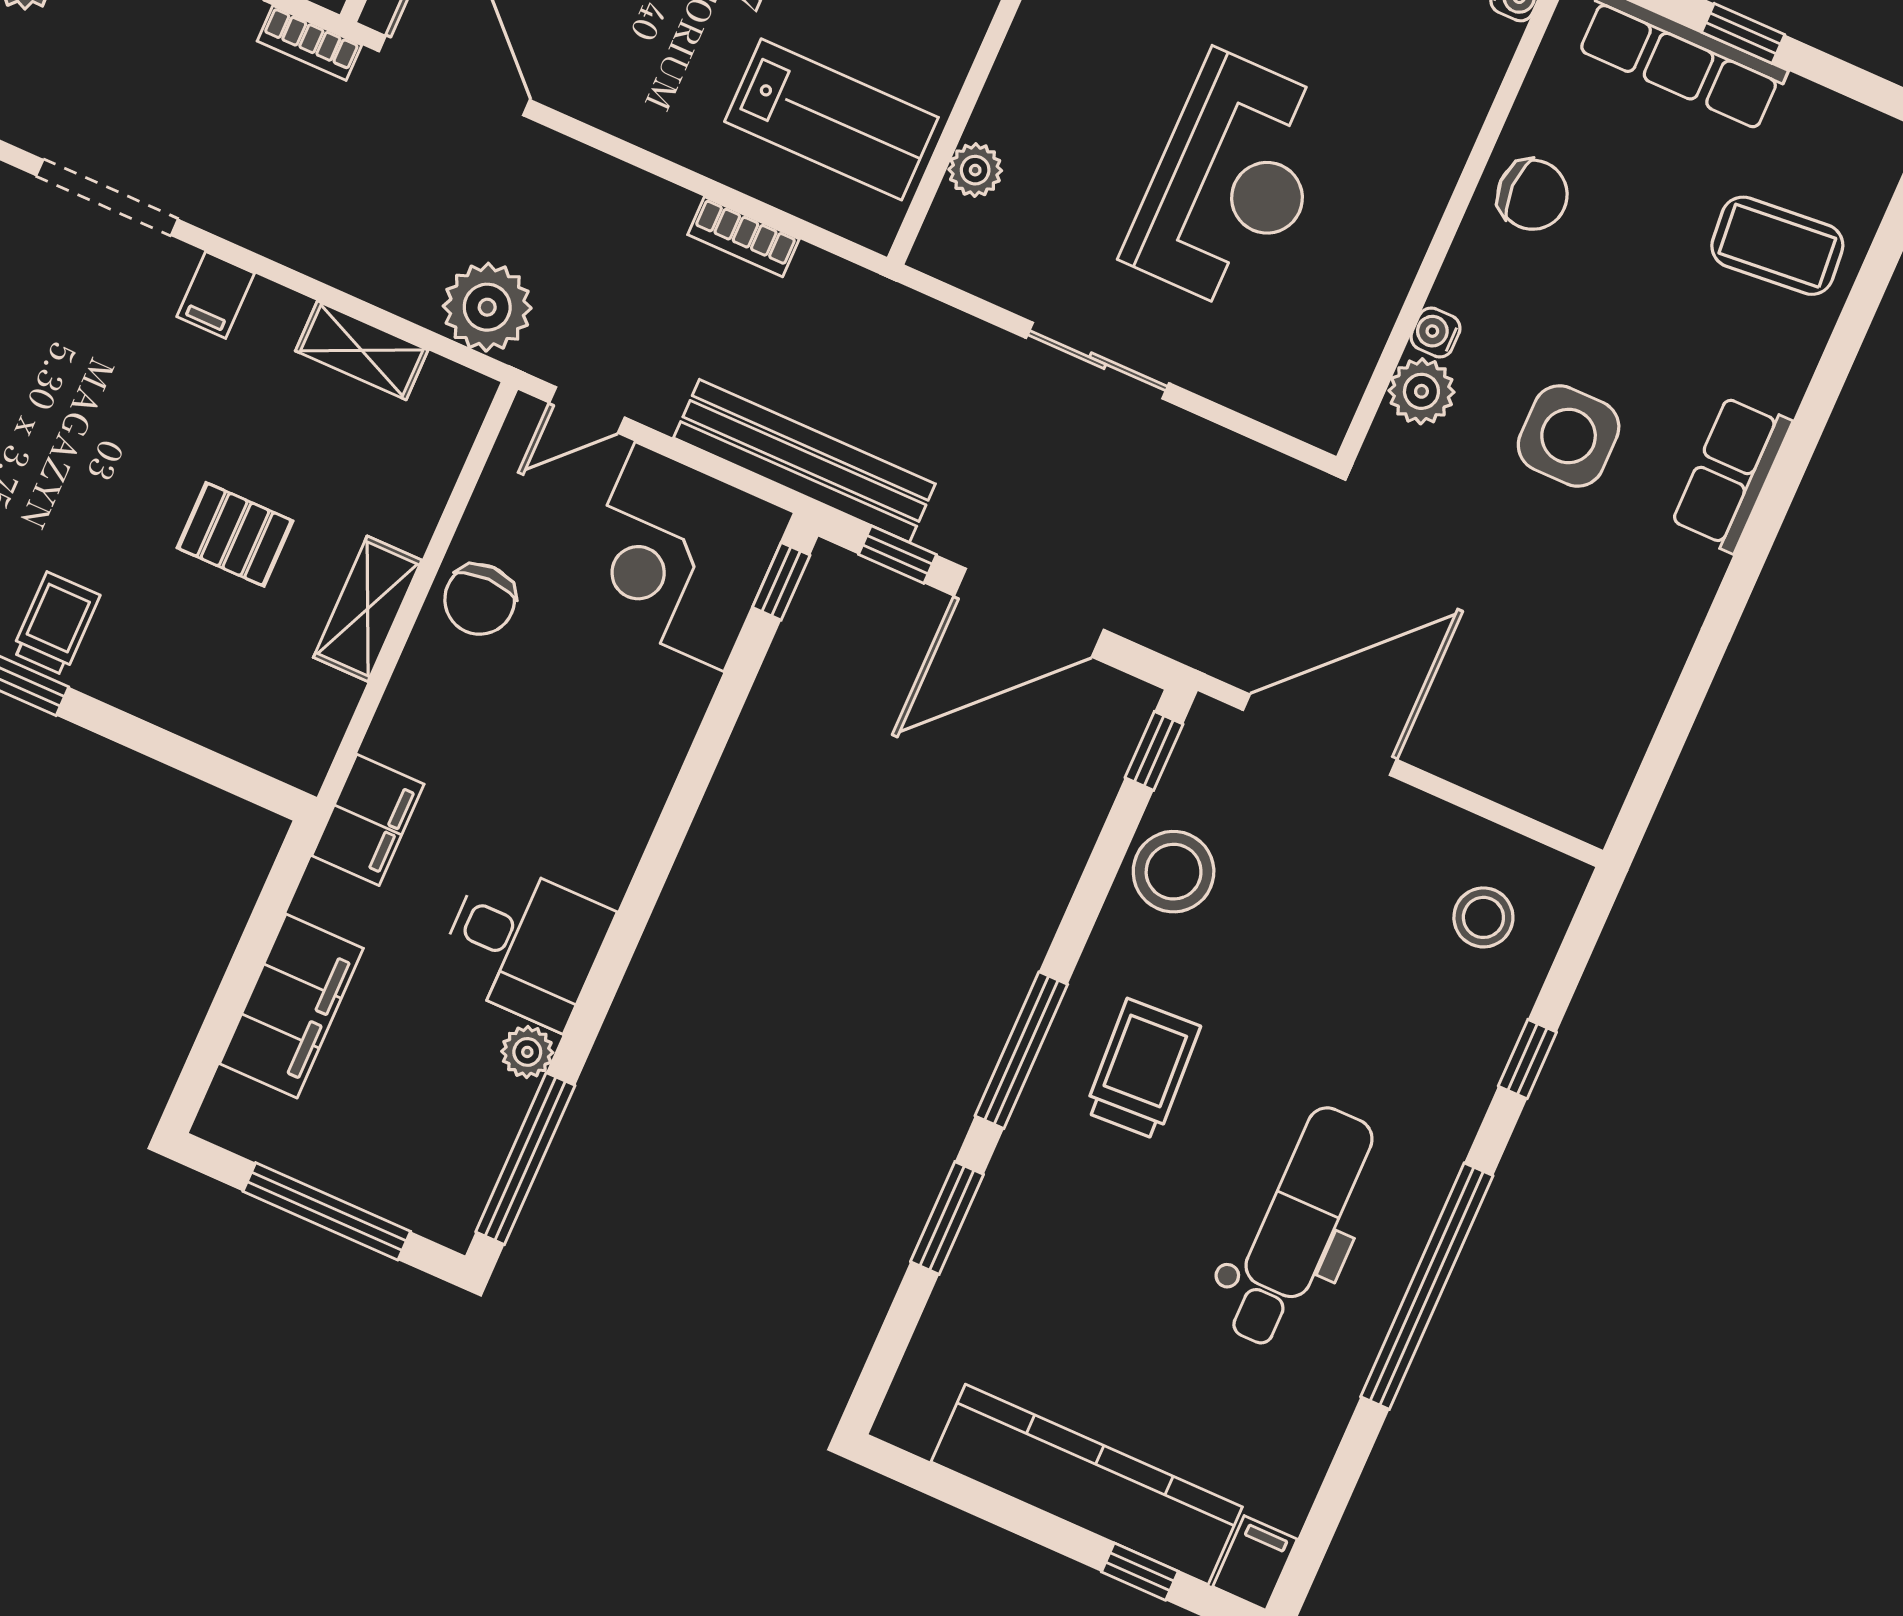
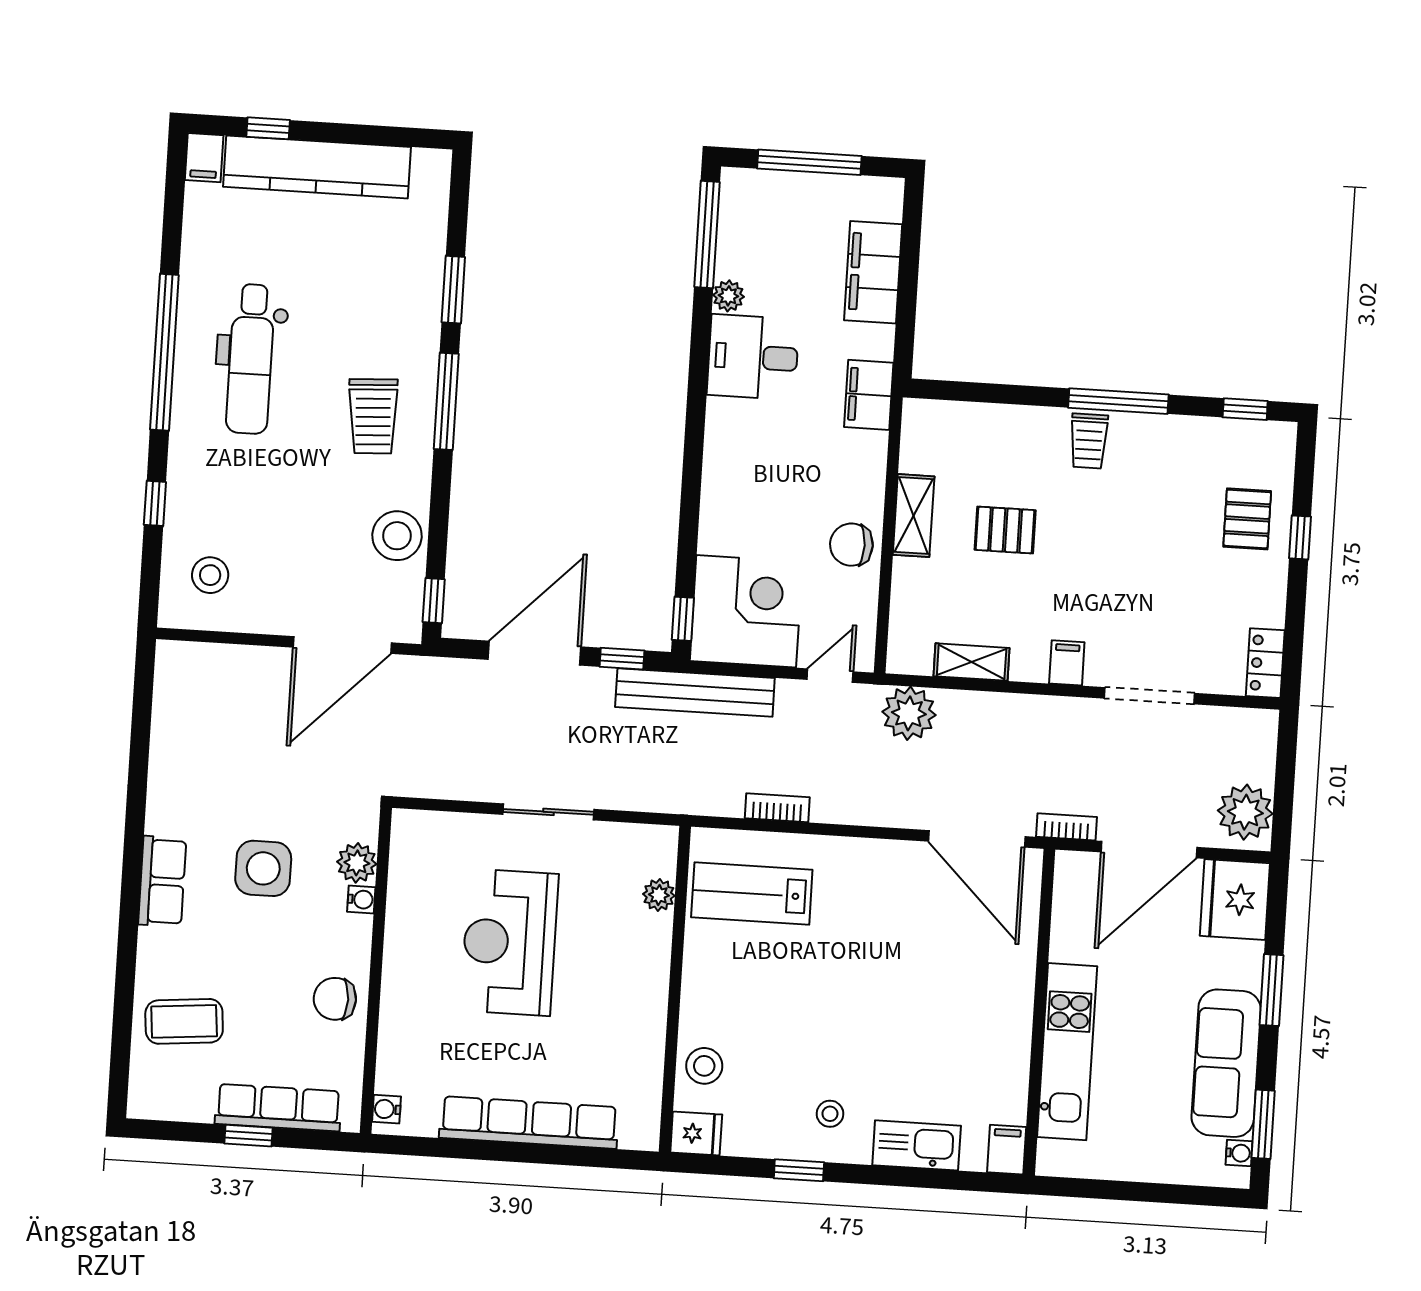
chair: (480, 599) -> (851, 545), turned -90

